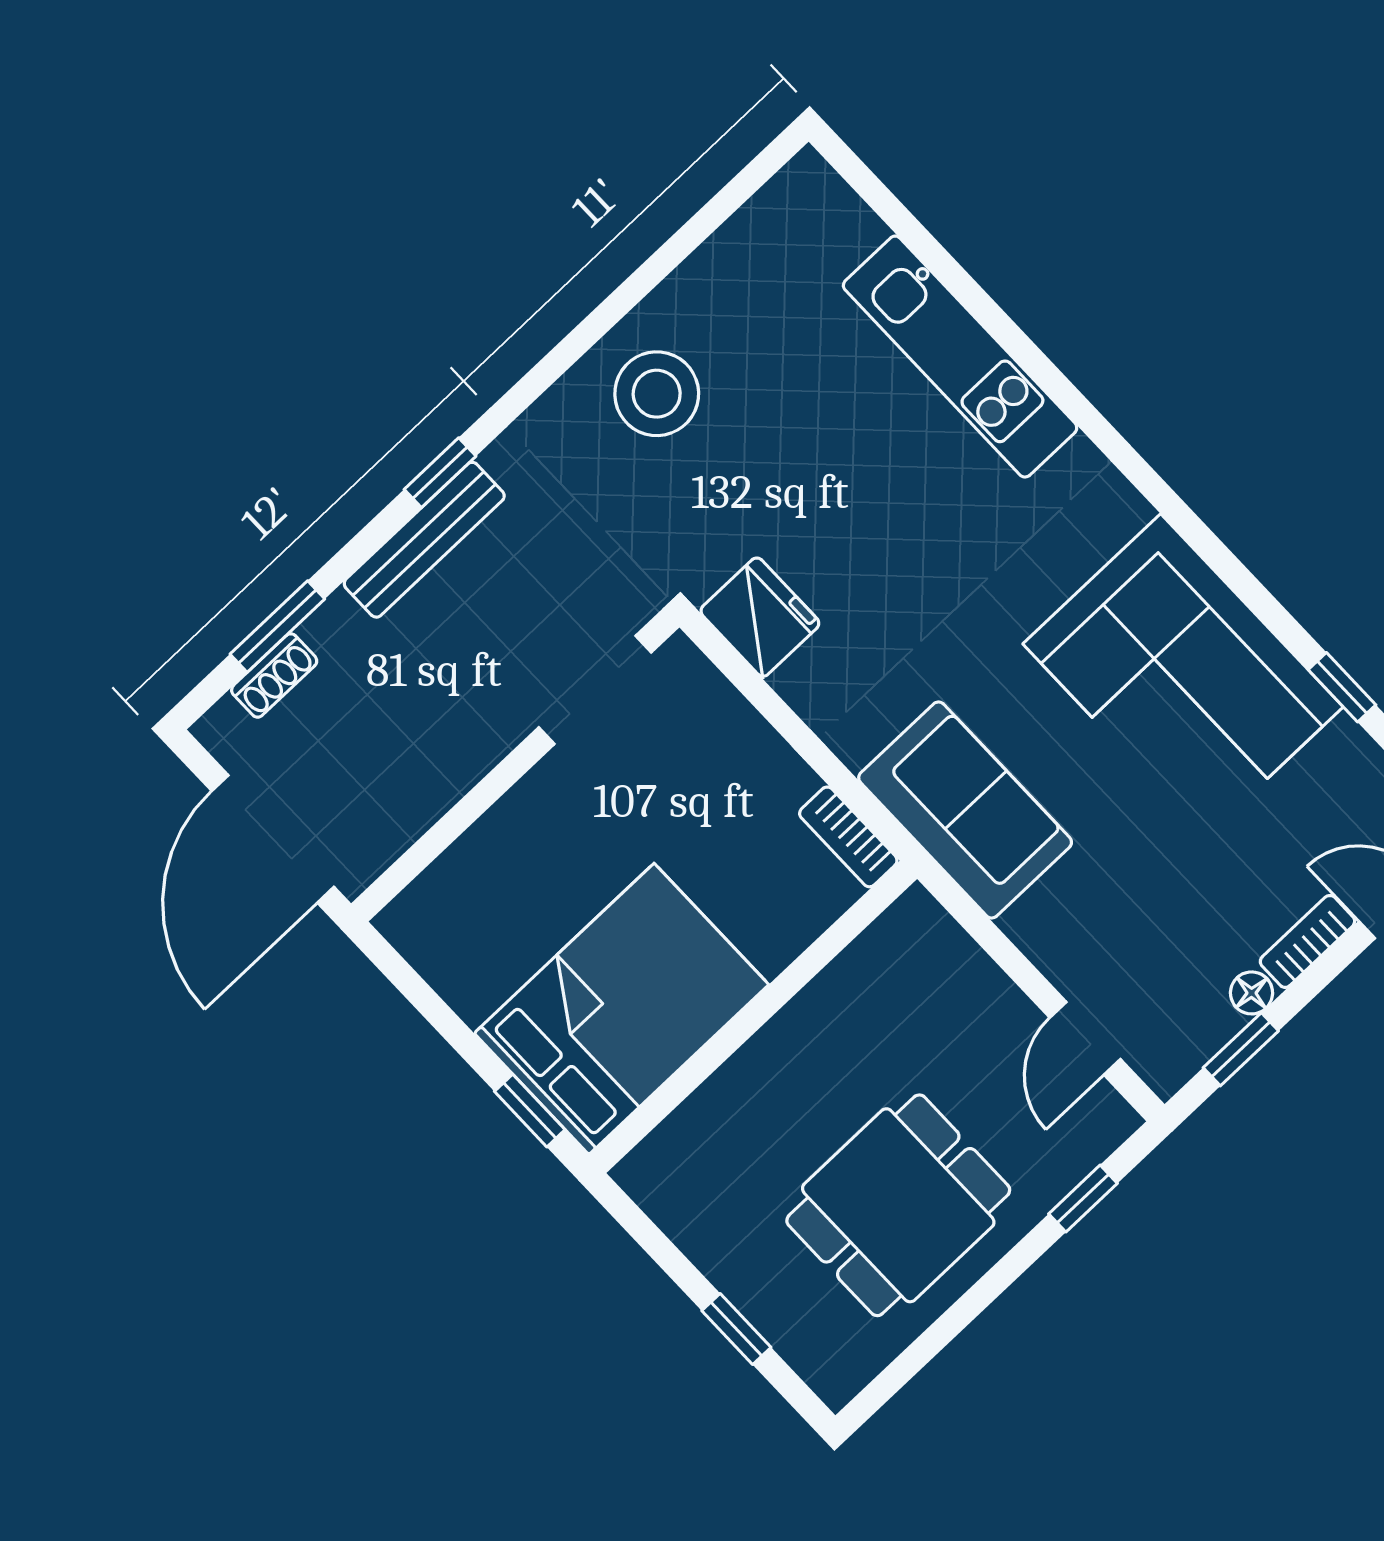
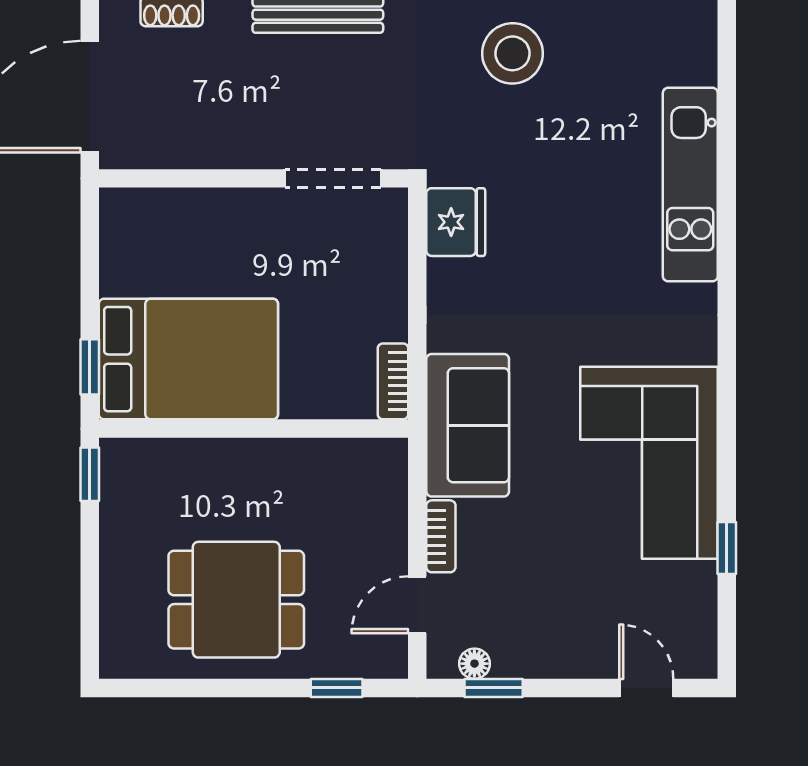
bookcase: (1307, 941) -> (441, 536), moved, turned 90
floor lamp: (1252, 993) -> (474, 664), moved
window: (736, 1329) -> (90, 474), moved

